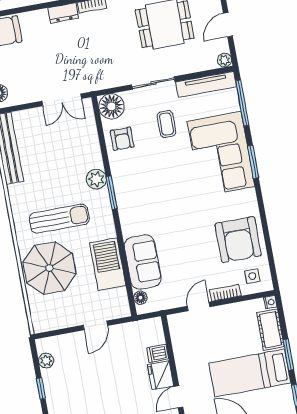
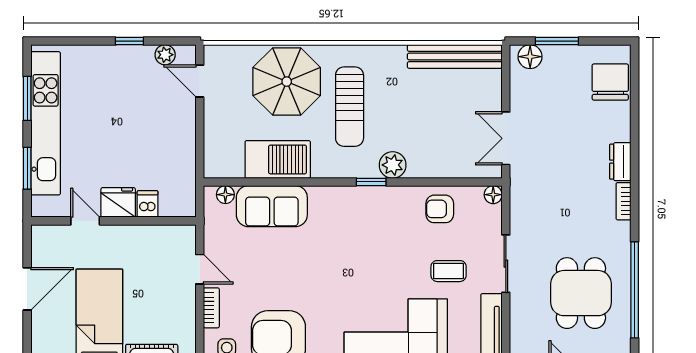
floor lamp: (111, 106) -> (493, 195), width x0.53, depth x0.53
window: (112, 193) -> (371, 182), width x0.67
door: (95, 325) -> (200, 81), moved

